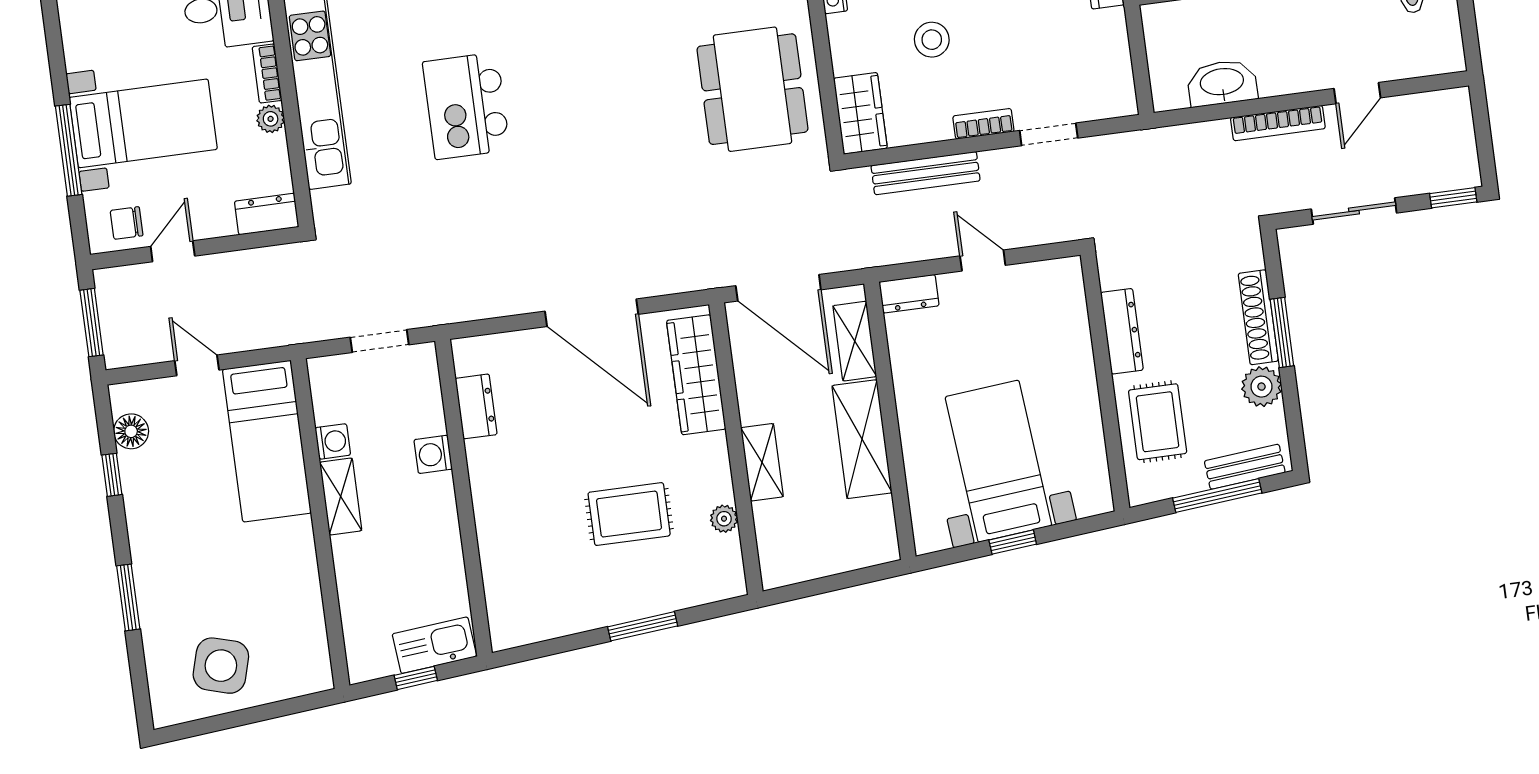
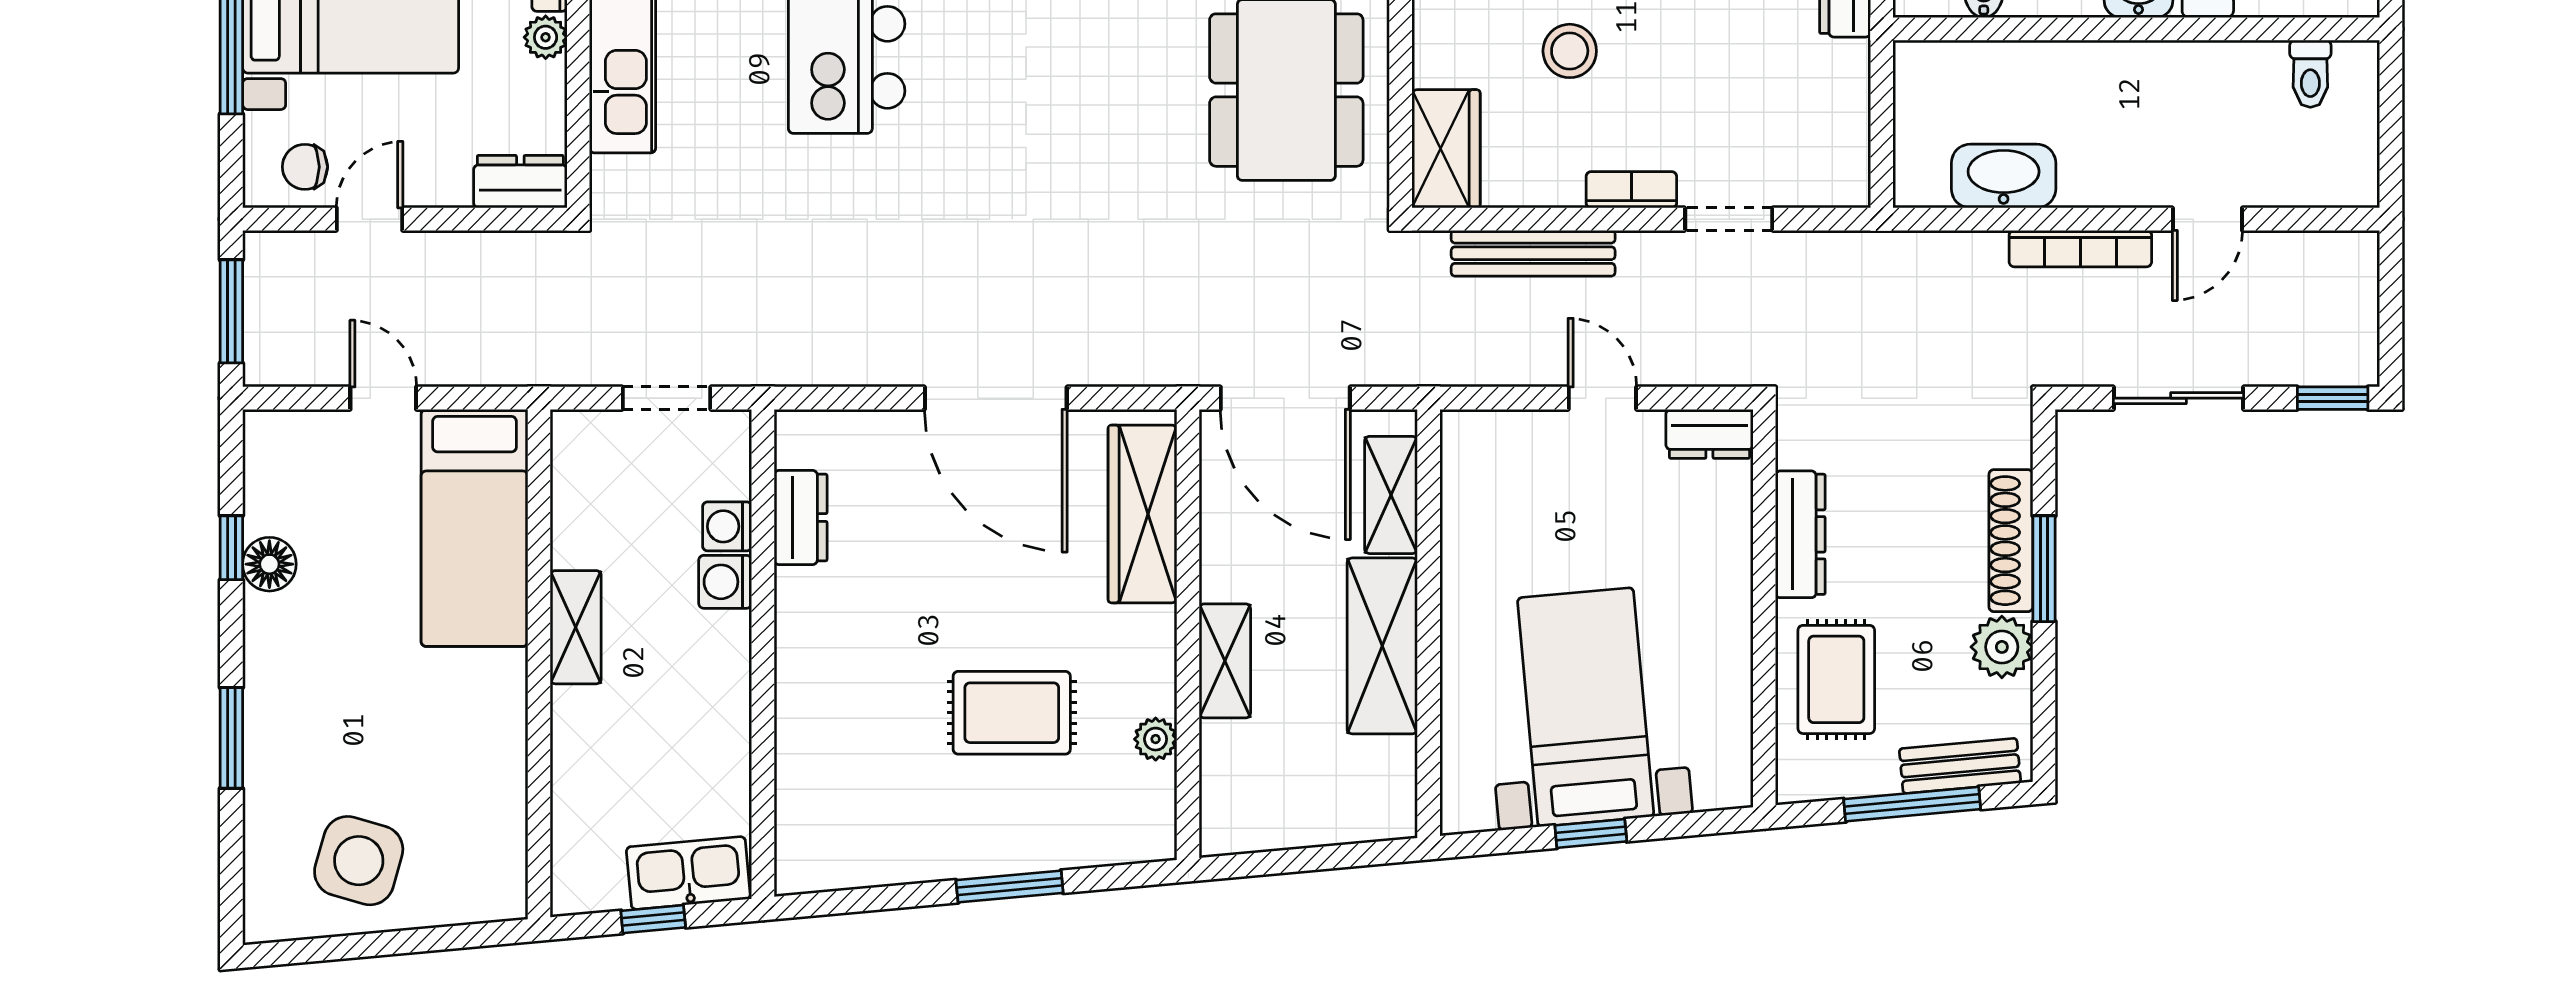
dresser: (909, 294) -> (1709, 434), moved
floor lamp: (131, 431) -> (269, 564), moved
washing machine: (333, 441) -> (727, 526), moved, turned 180

